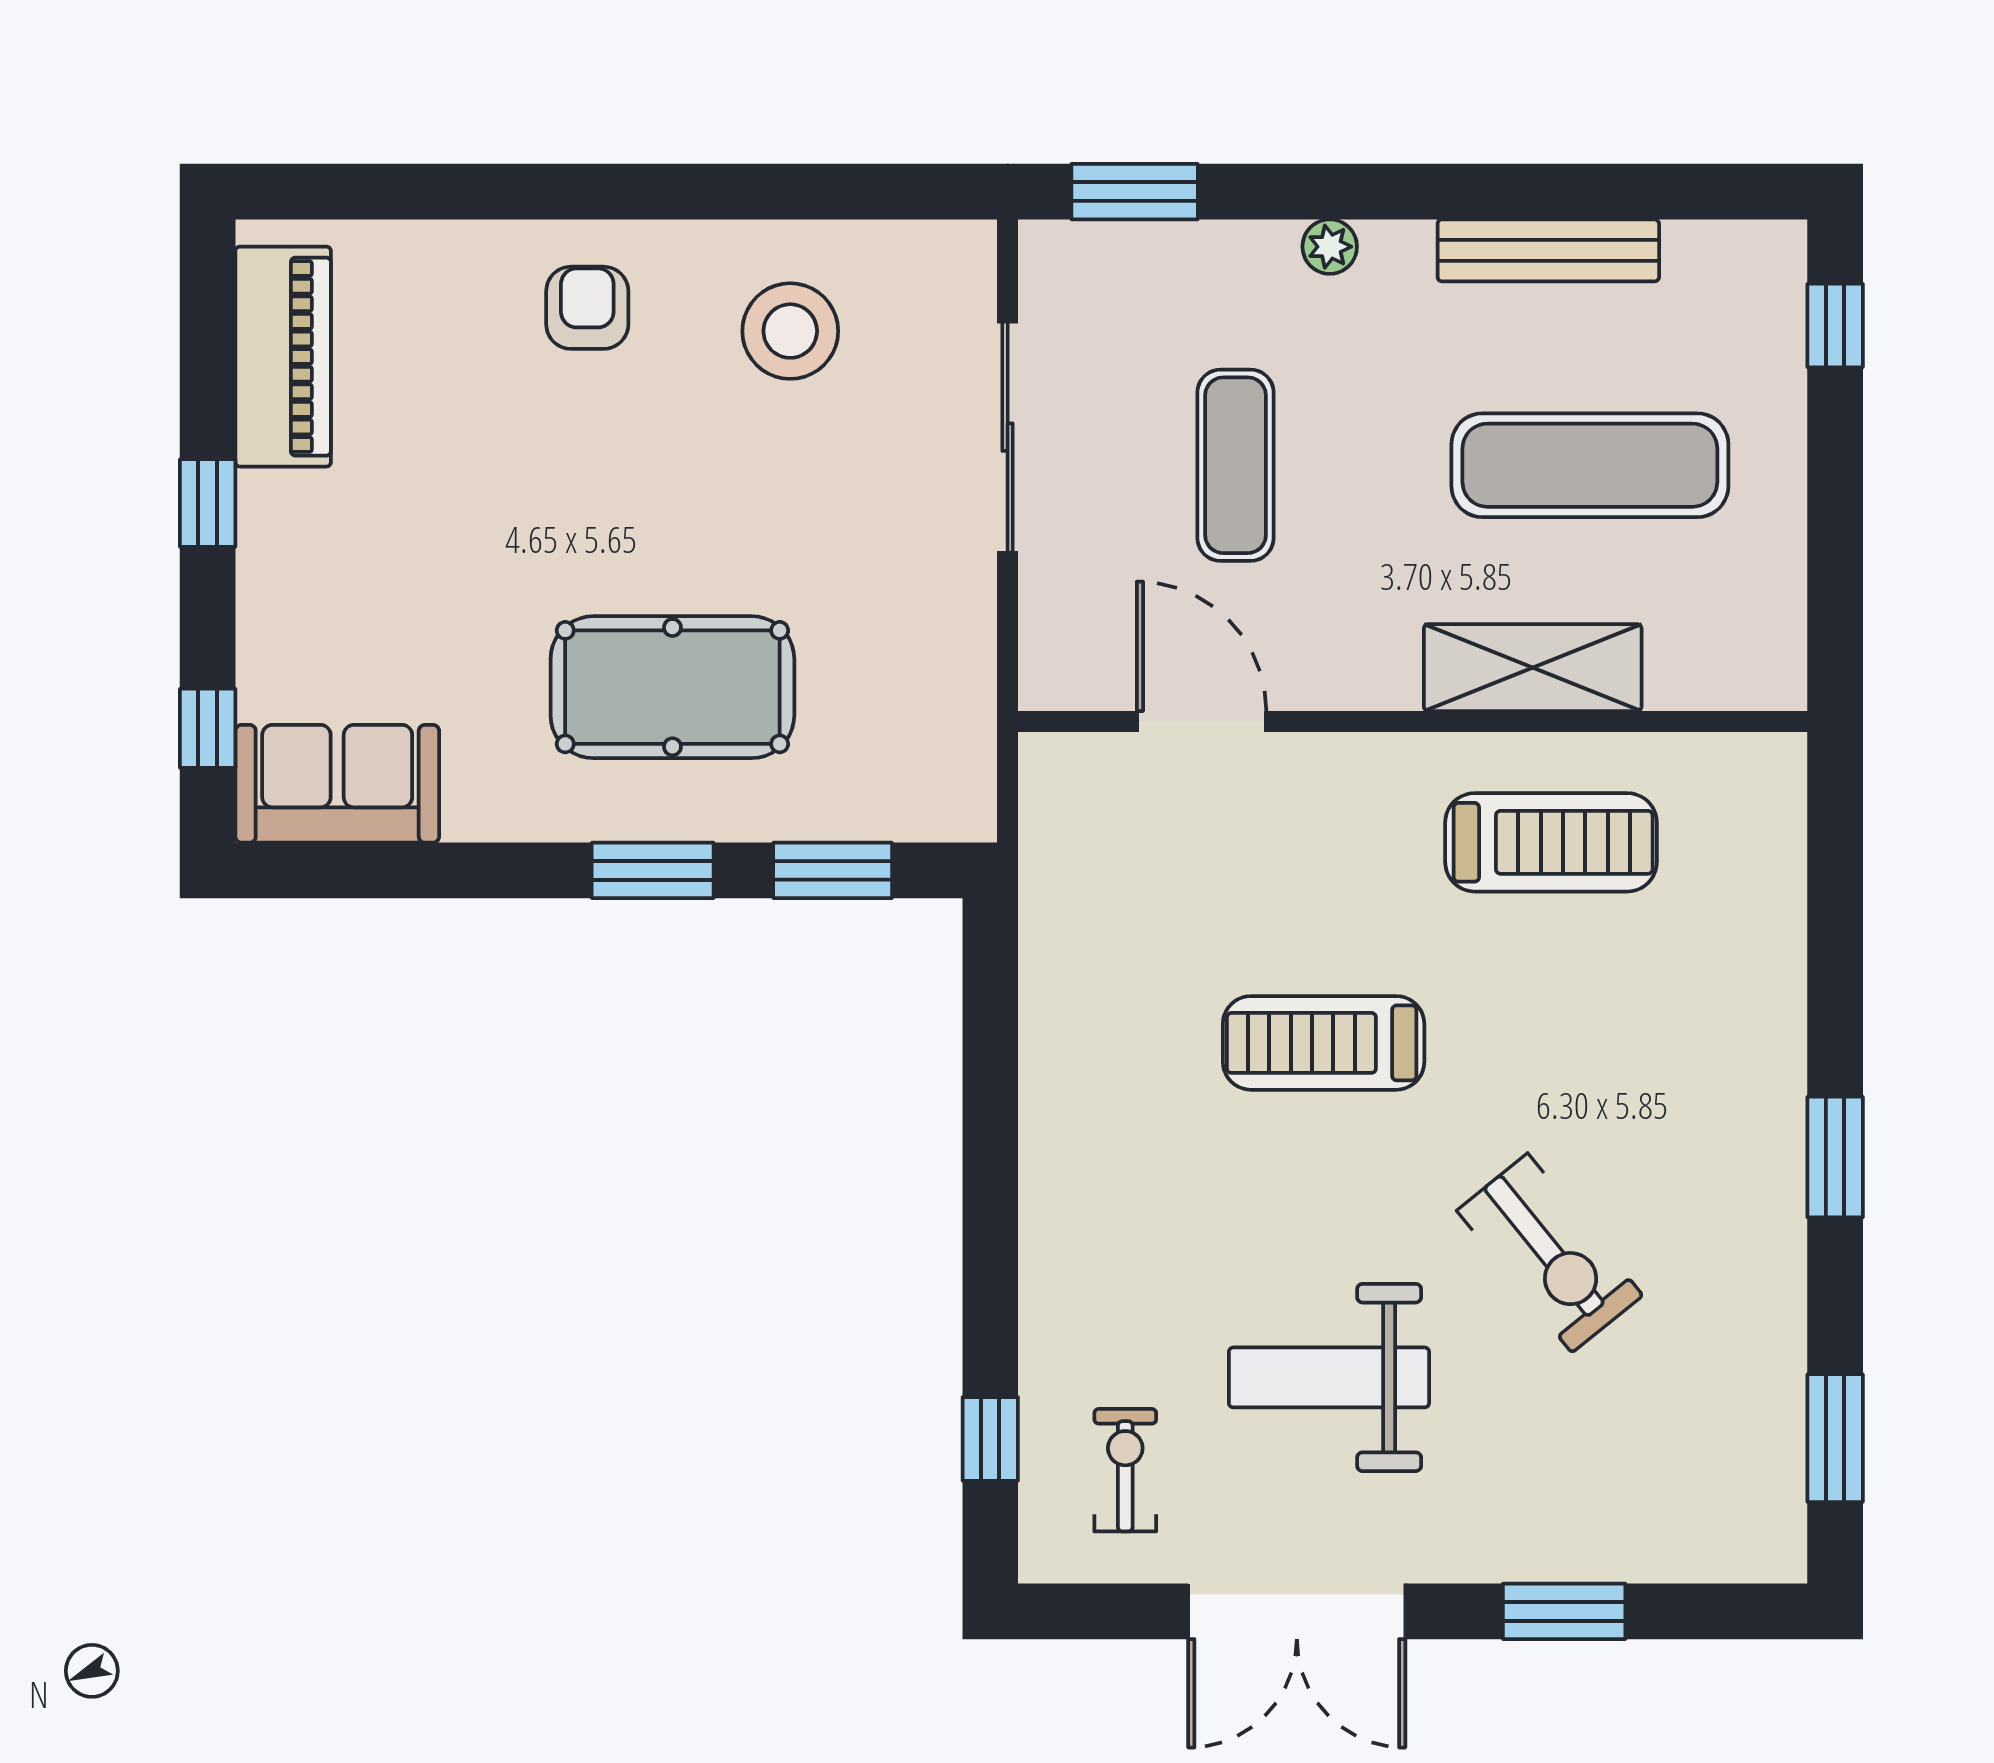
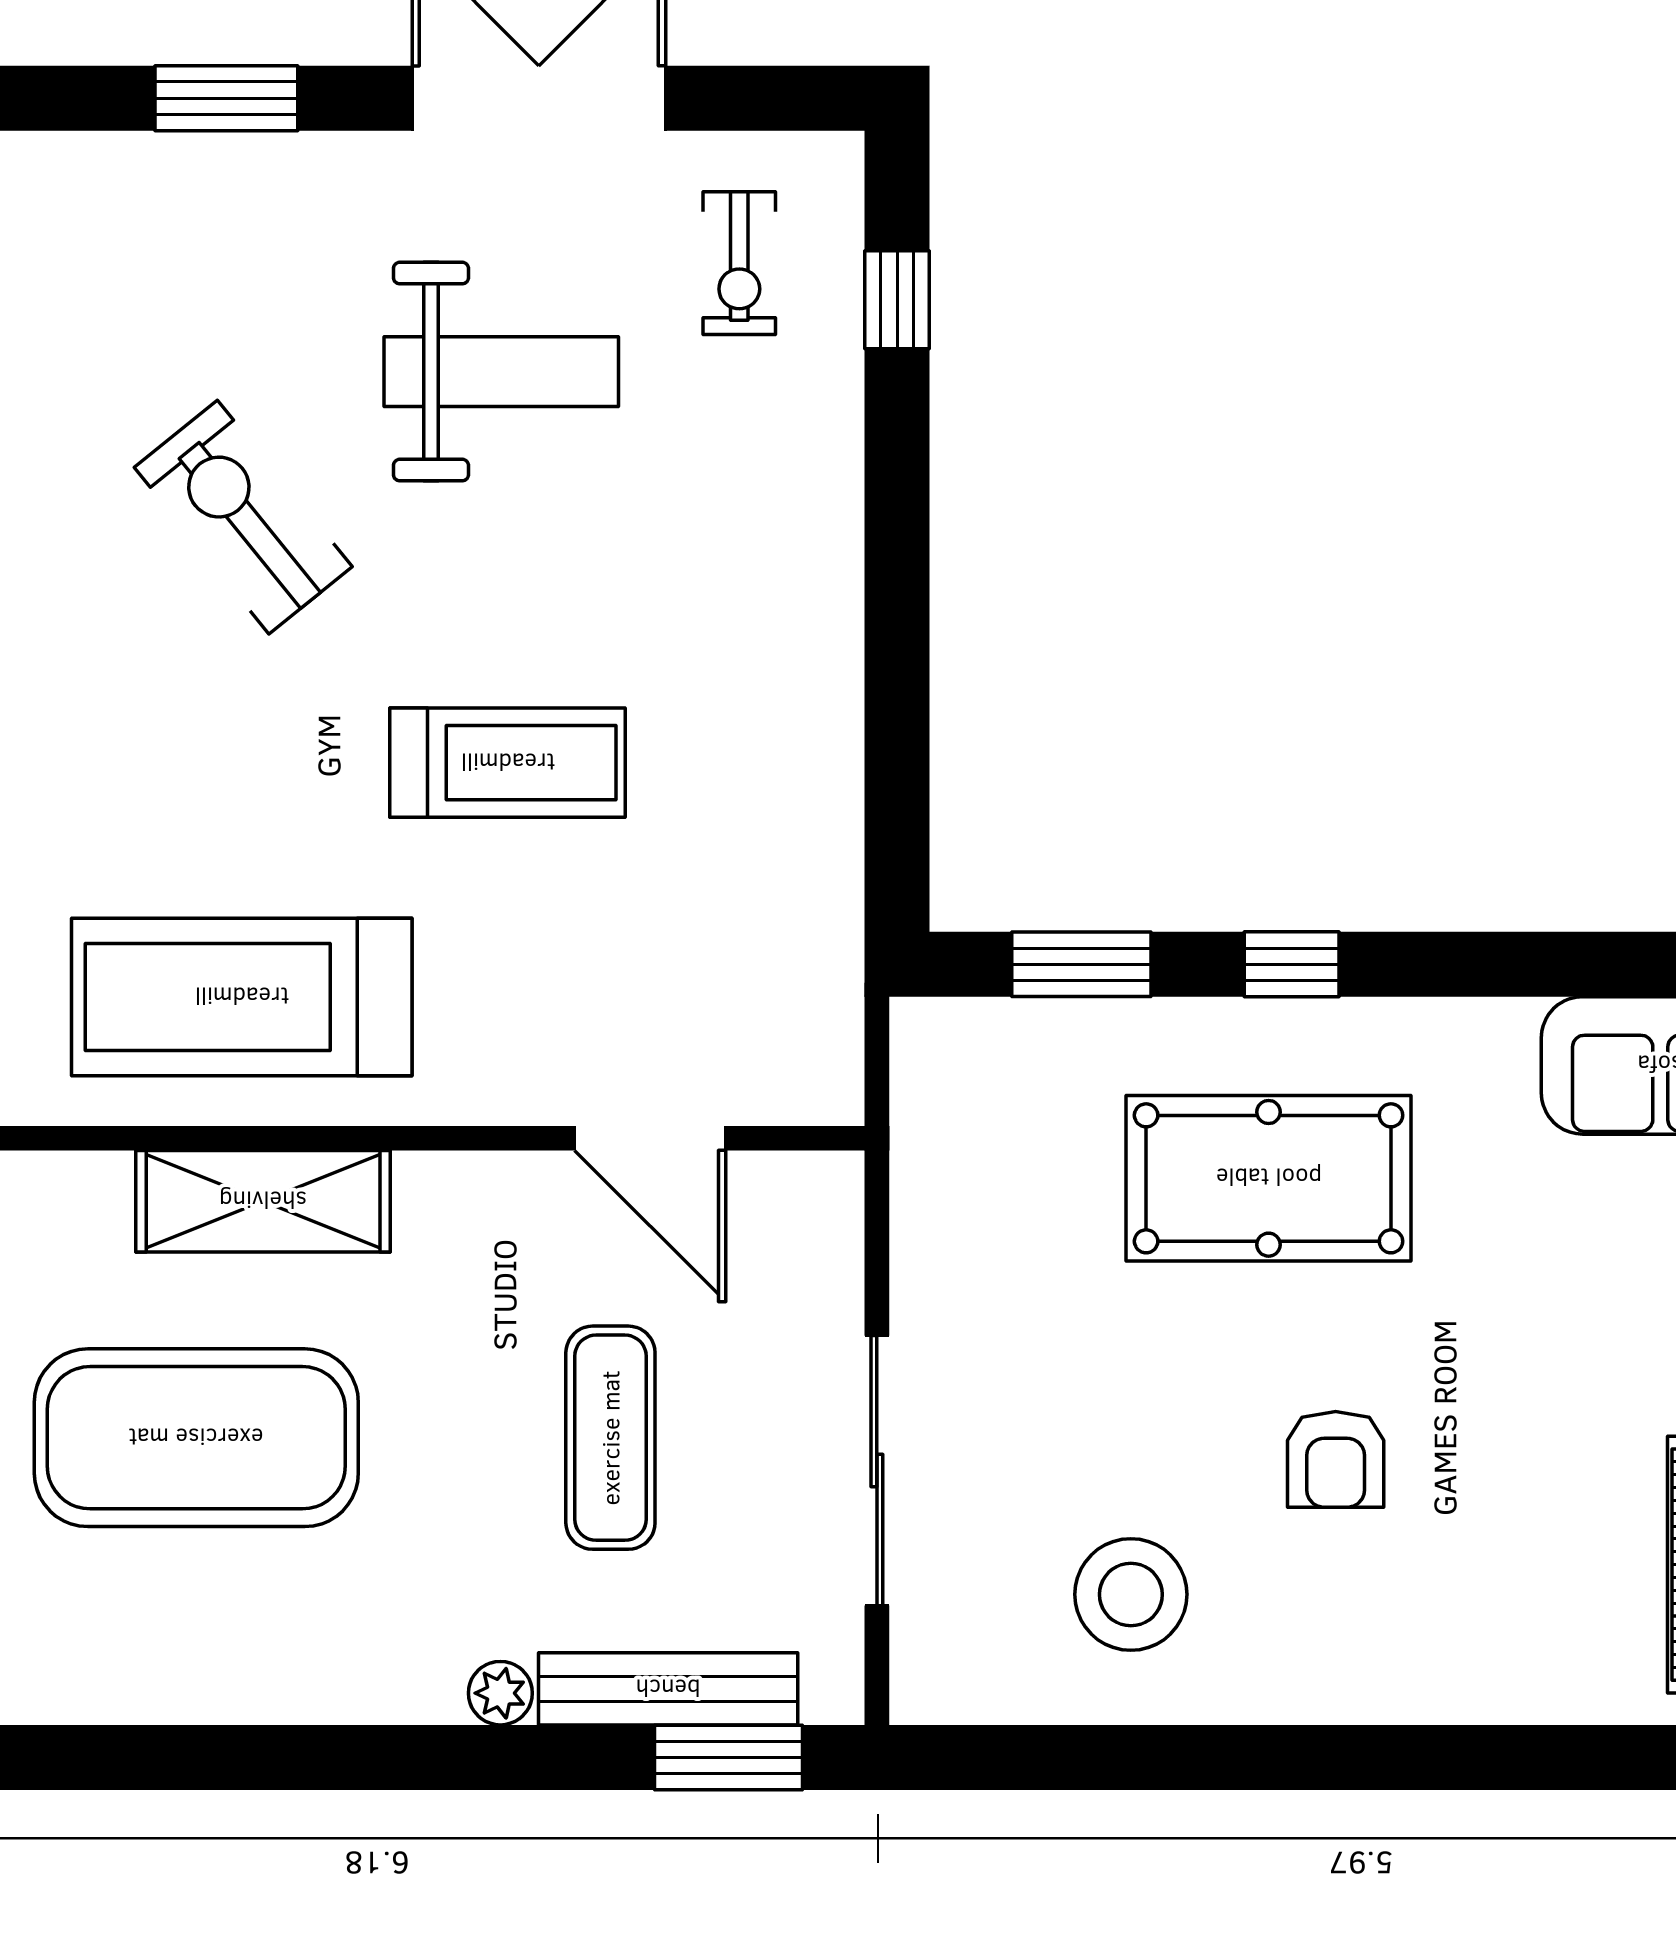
bench: (1548, 250) -> (668, 1689), moved
armchair: (587, 308) -> (1336, 1459), moved
exercise mat: (1590, 465) -> (196, 1438), width x1.47
treadmill: (1551, 842) -> (242, 997), width x1.37, depth x1.37
window: (653, 870) -> (1292, 964), width x0.67

